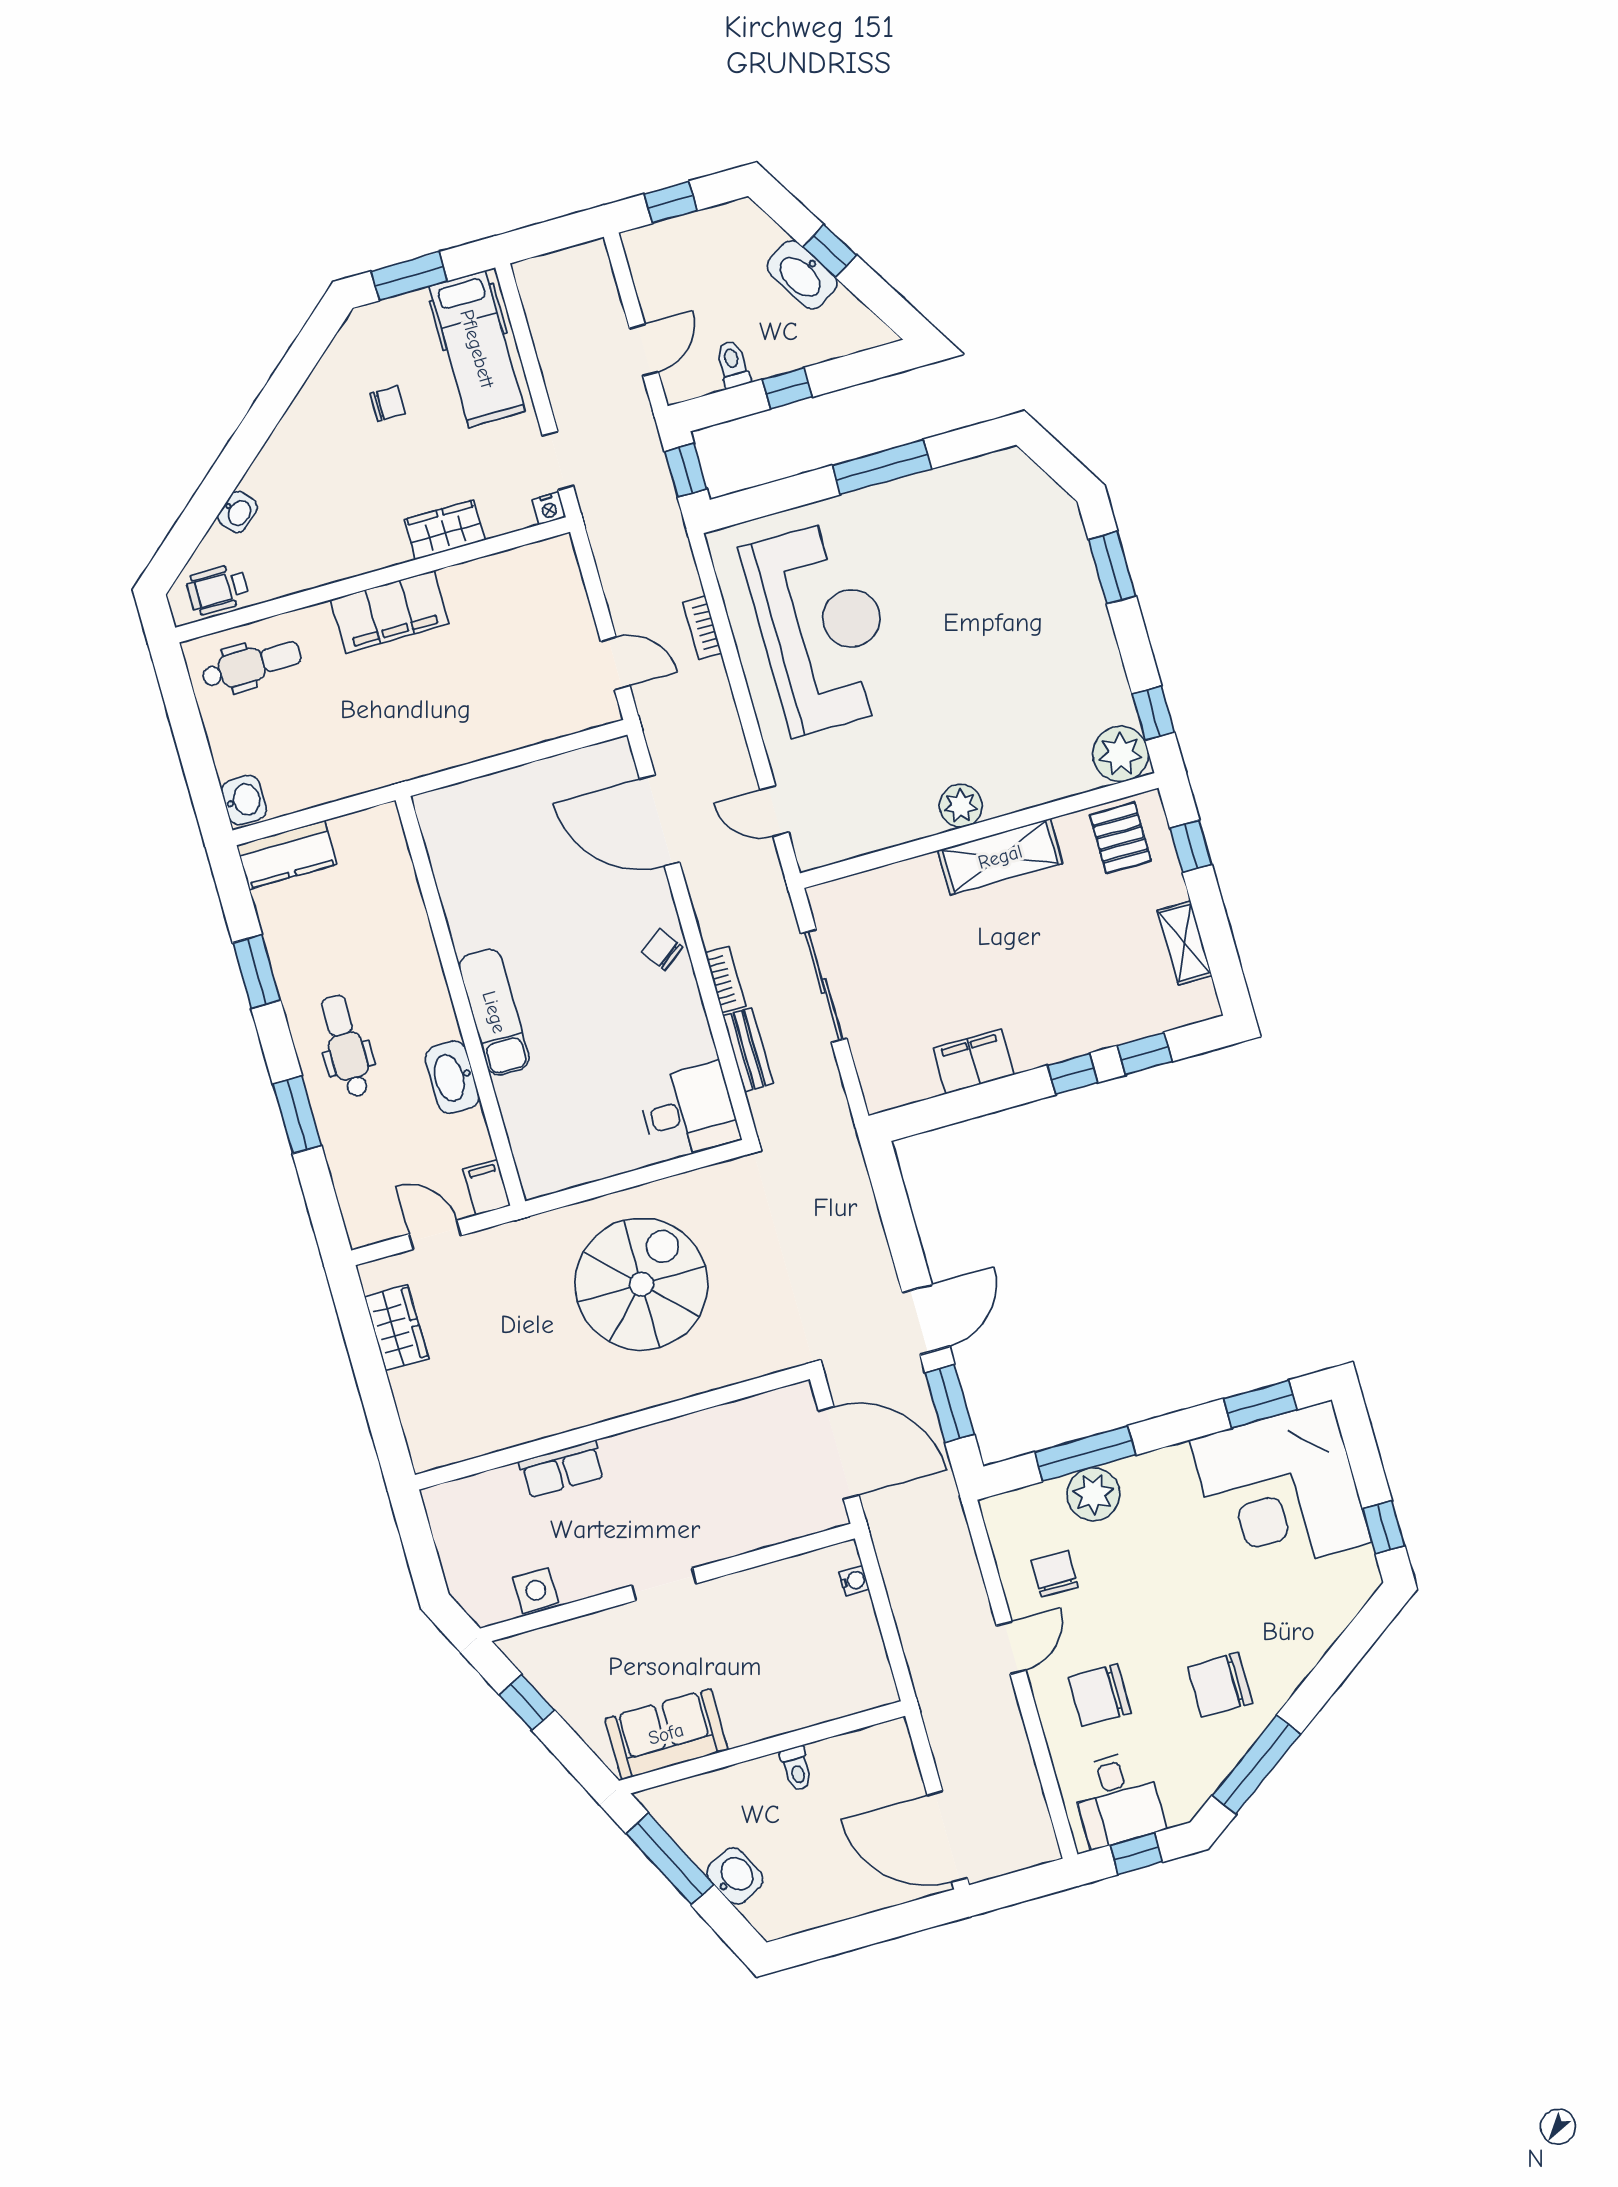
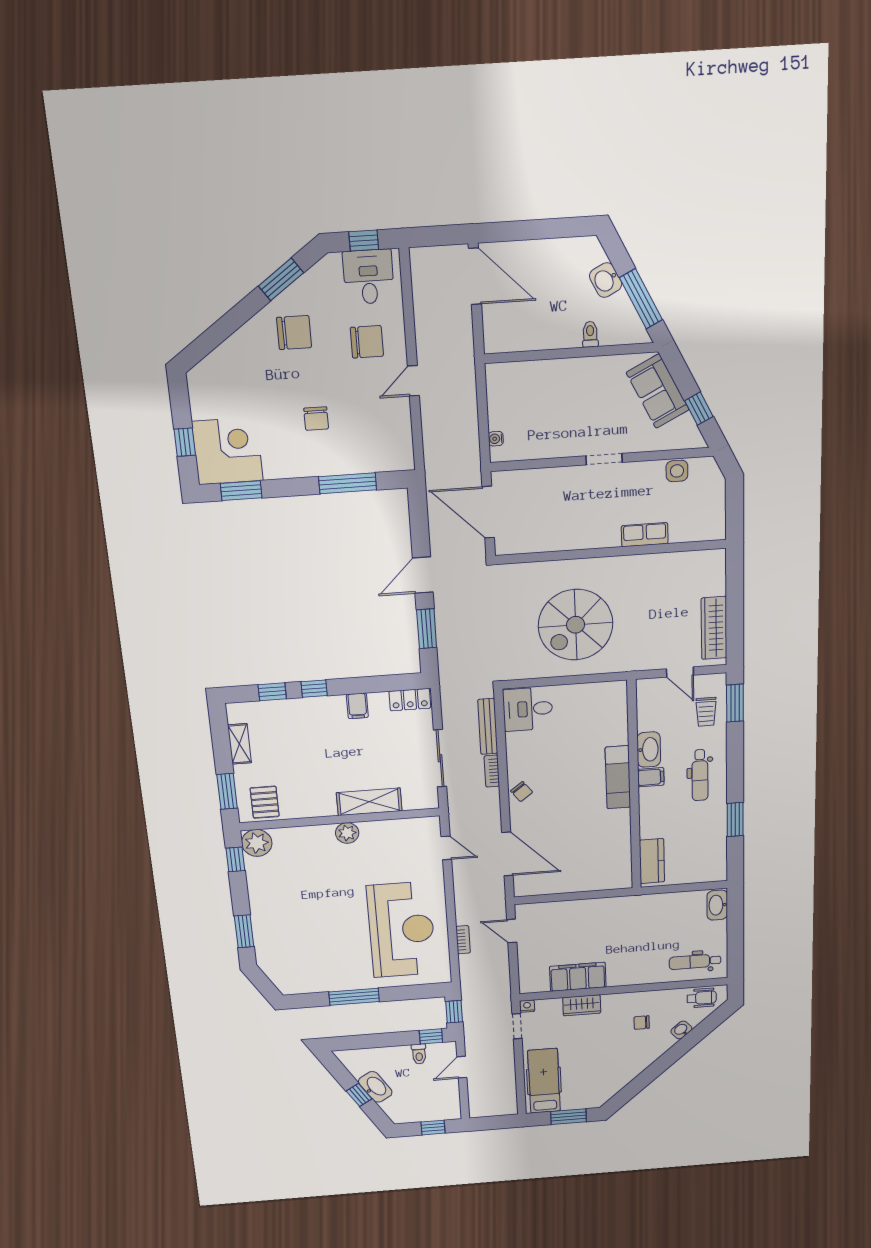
window: (787, 388) -> (431, 1036), moved
chair: (388, 404) -> (642, 1023), moved
filing cabinet: (390, 612) -> (578, 977), moved
reception desk: (822, 627) -> (401, 930), turned 180
washbasin: (244, 800) -> (717, 905), width x1.38
window: (1191, 846) -> (227, 791), width x1.50
kitchen counter: (287, 855) -> (652, 861), moved, turned 90
shelving: (1000, 857) -> (369, 802), moved
bench: (748, 1050) -> (488, 726), width x1.36
filing cabinet: (974, 1062) -> (357, 706), width x0.50
locker: (901, 1087) -> (410, 700), added
window: (297, 1115) -> (735, 703), moved
trolley: (368, 1170) -> (706, 712), added
filing cabinet: (487, 1187) -> (651, 777), moved, turned -90
wardrobe: (396, 1328) -> (714, 628), width x1.50
window: (950, 1403) -> (427, 629), moved
corner desk: (1281, 1491) -> (227, 451), width x0.74, depth x0.74
plant: (1093, 1494) -> (348, 459), removed
window: (1384, 1527) -> (185, 442), moved
chair: (1055, 1574) -> (316, 419), moved
sofa: (666, 1734) -> (658, 391), moved, turned 63
window: (1256, 1765) -> (281, 279), width x0.69
toilet: (797, 1768) -> (590, 334), moved

